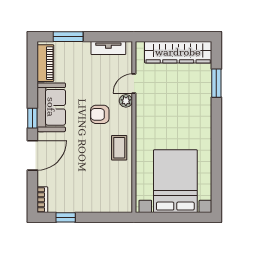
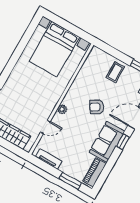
plant: (126, 101) -> (62, 109), moved
armchair: (100, 114) -> (97, 107), moved, turned 148
coffee table: (119, 148) -> (115, 72), moved

